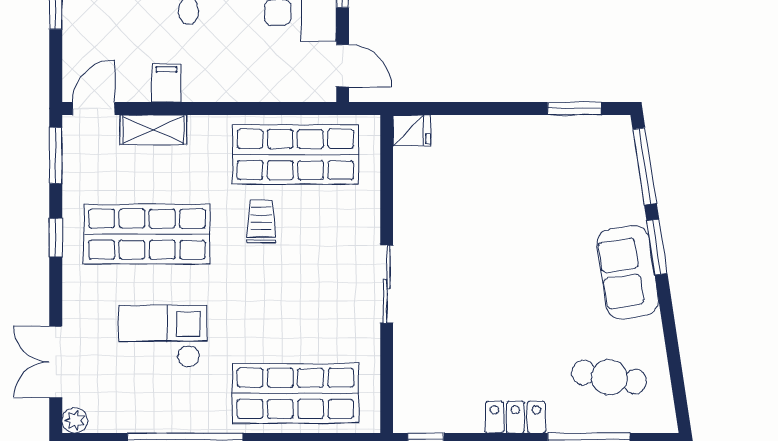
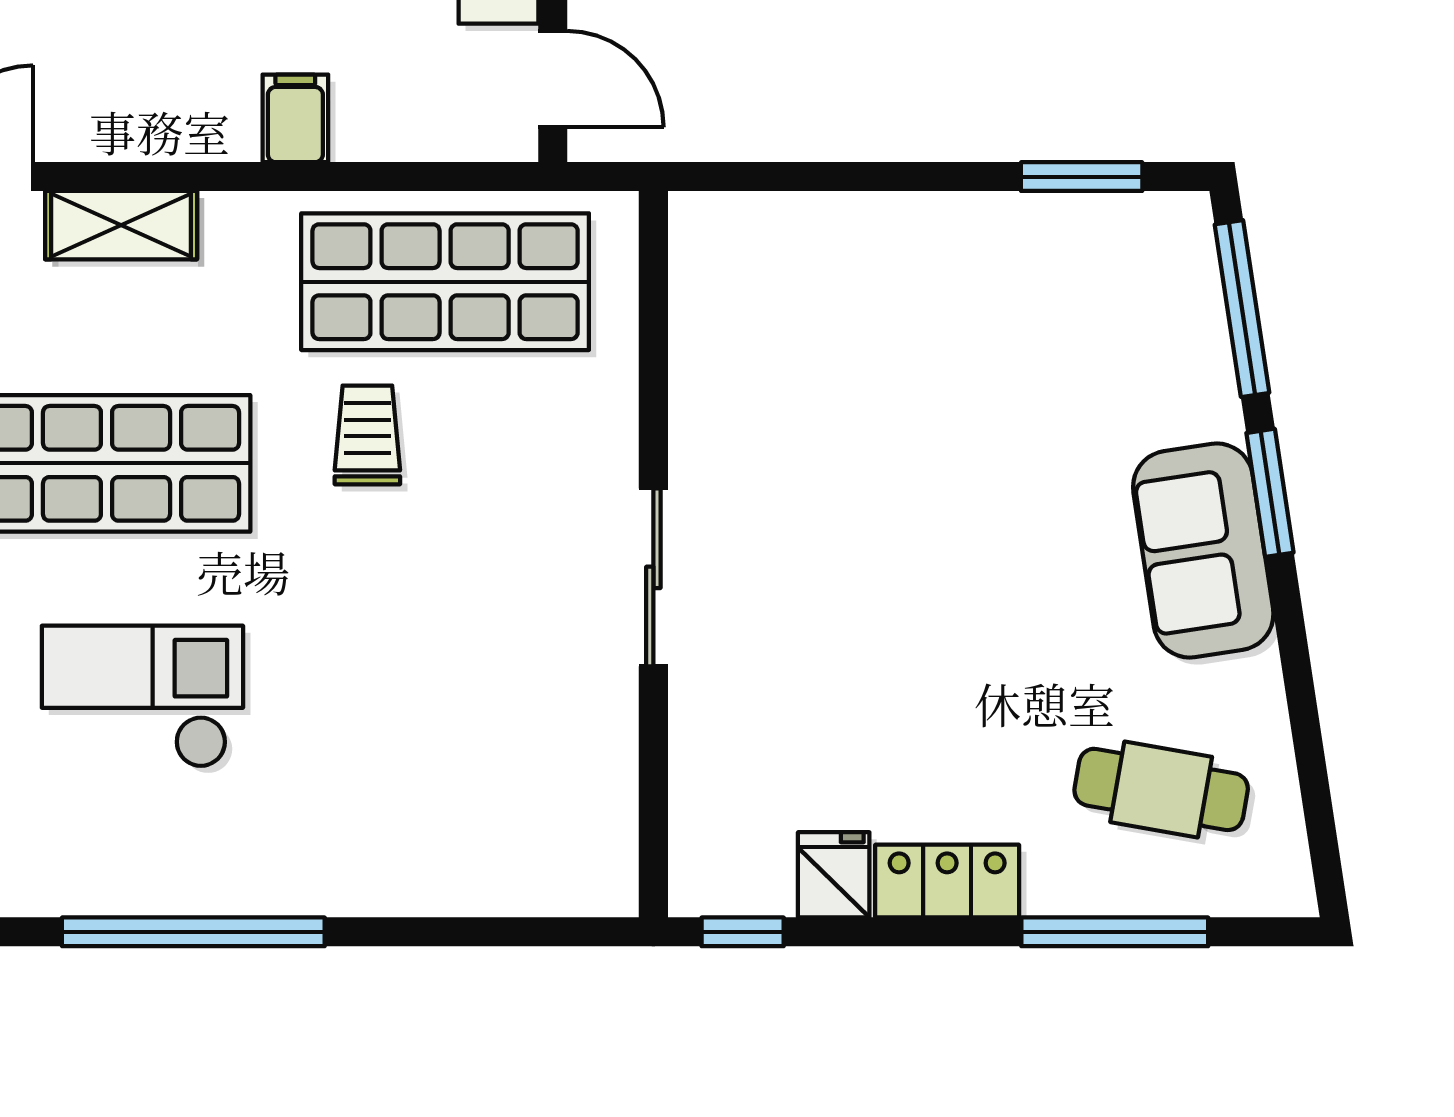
filing cabinet: (166, 83) -> (295, 118), moved
fridge: (412, 130) -> (834, 875), moved, turned -90
shop shelf: (295, 393) -> (445, 827), removed

